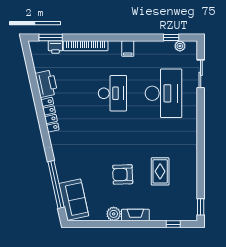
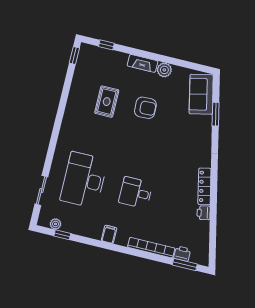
printer: (46, 84) -> (204, 213), width x0.53, depth x0.68
desk: (112, 93) -> (136, 193), width x0.73
window: (56, 184) -> (216, 114), width x0.47

